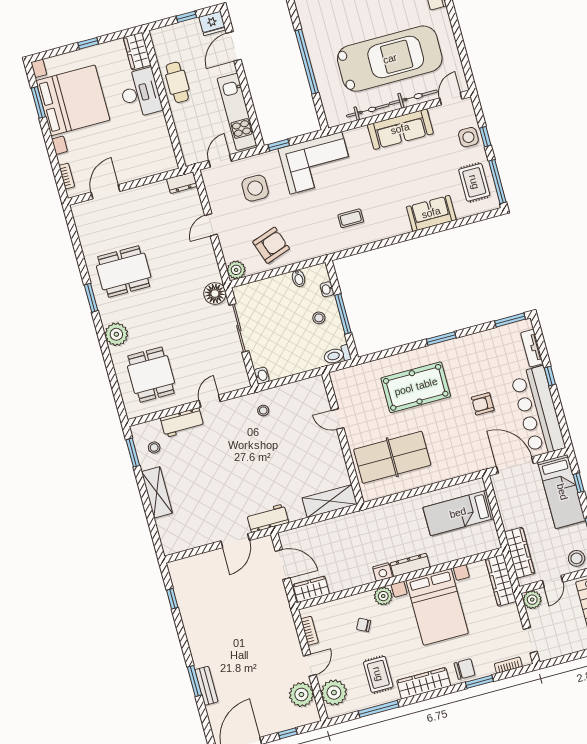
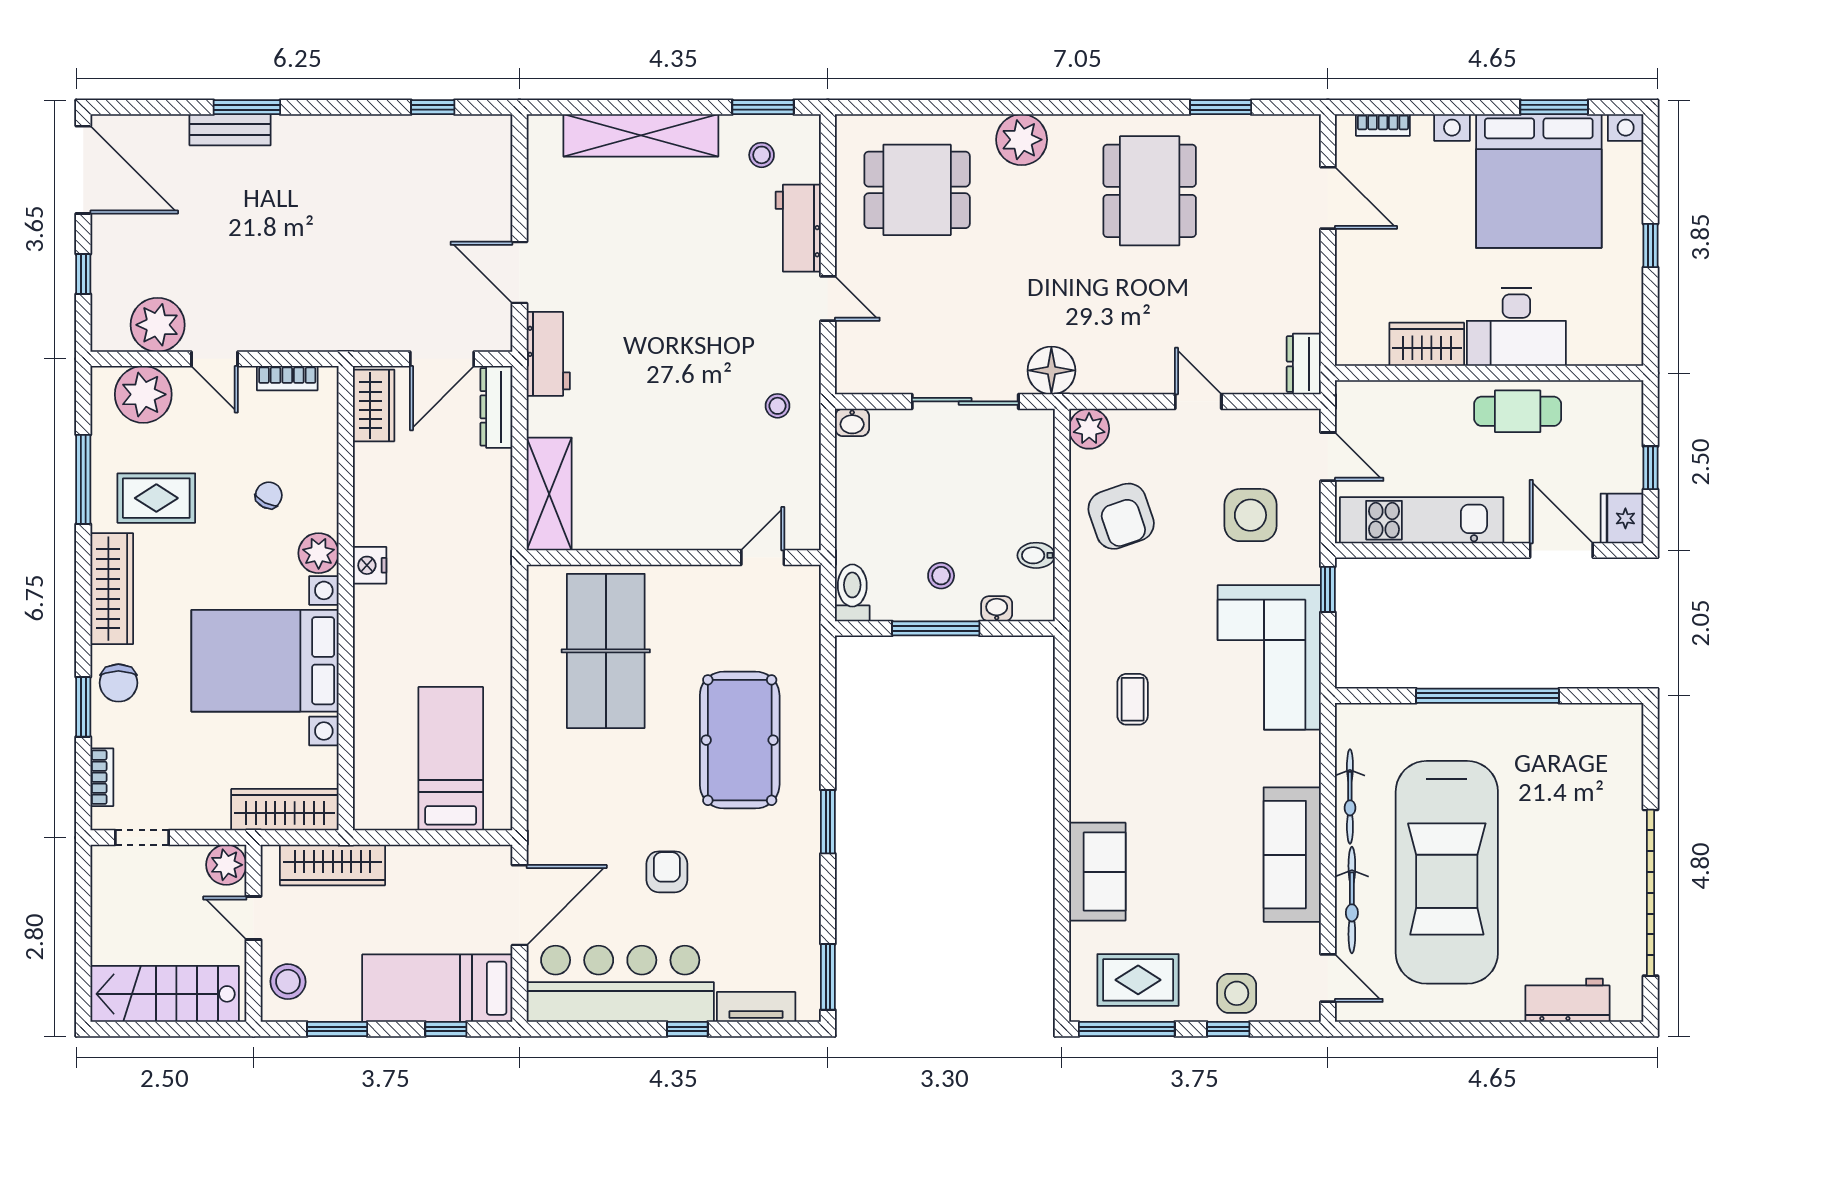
wardrobe: (137, 51) -> (1427, 344), moved
window: (91, 298) -> (1221, 107), moved
door: (338, 419) -> (763, 557), moved
shelving: (157, 492) -> (641, 135), width x1.47
dresser: (410, 565) -> (496, 407), moved, turned 180

